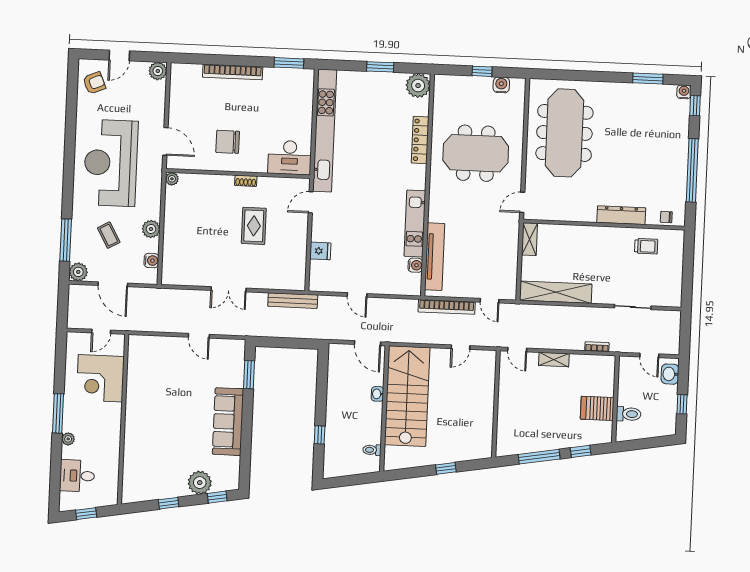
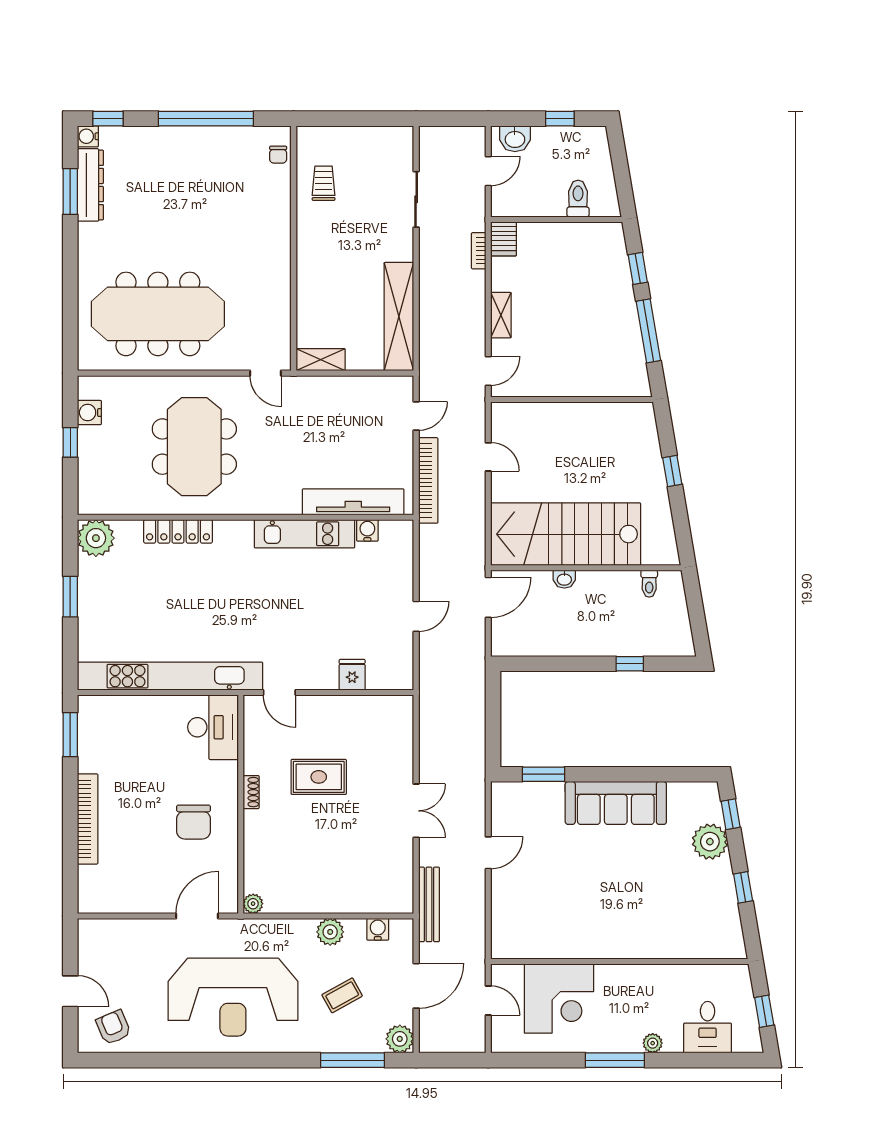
plant: (158, 71) -> (91, 932), removed
dresser: (621, 215) -> (90, 185), moved, turned 180
bench: (293, 301) -> (429, 904), moved
server rack: (597, 408) -> (503, 239), moved, width x0.73, depth x0.70

